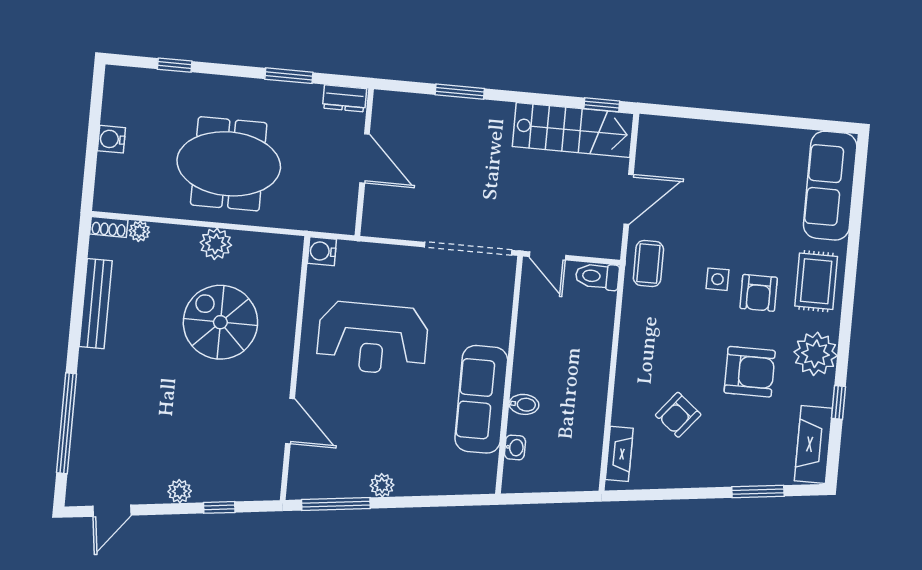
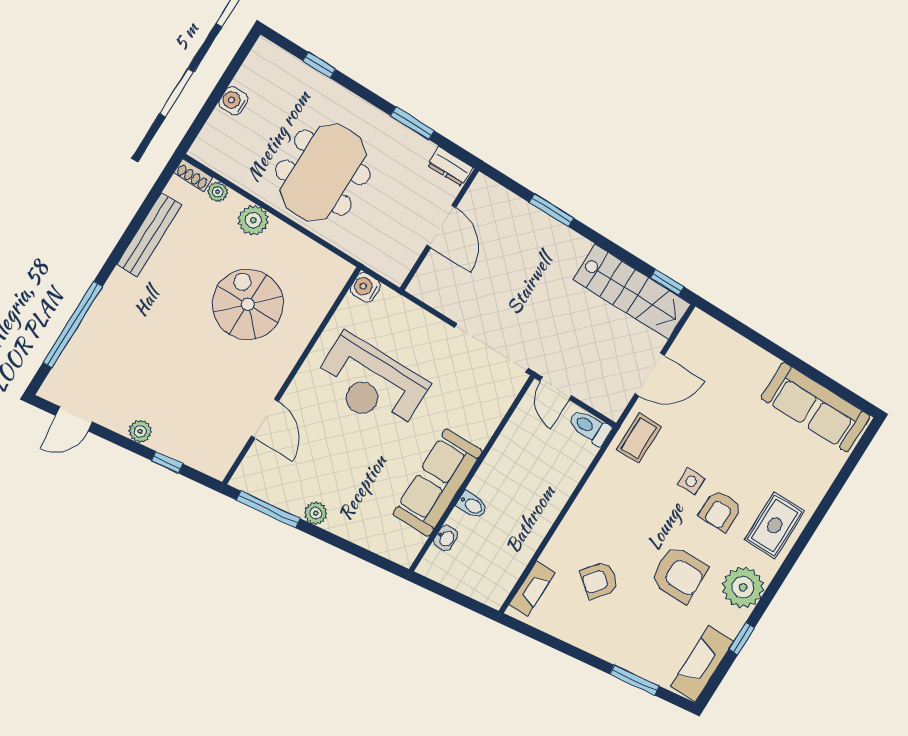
meeting table: (229, 164) -> (323, 173), turned 90
sofa: (830, 186) -> (815, 407), moved, turned -90
plant: (216, 244) -> (253, 220), moved

